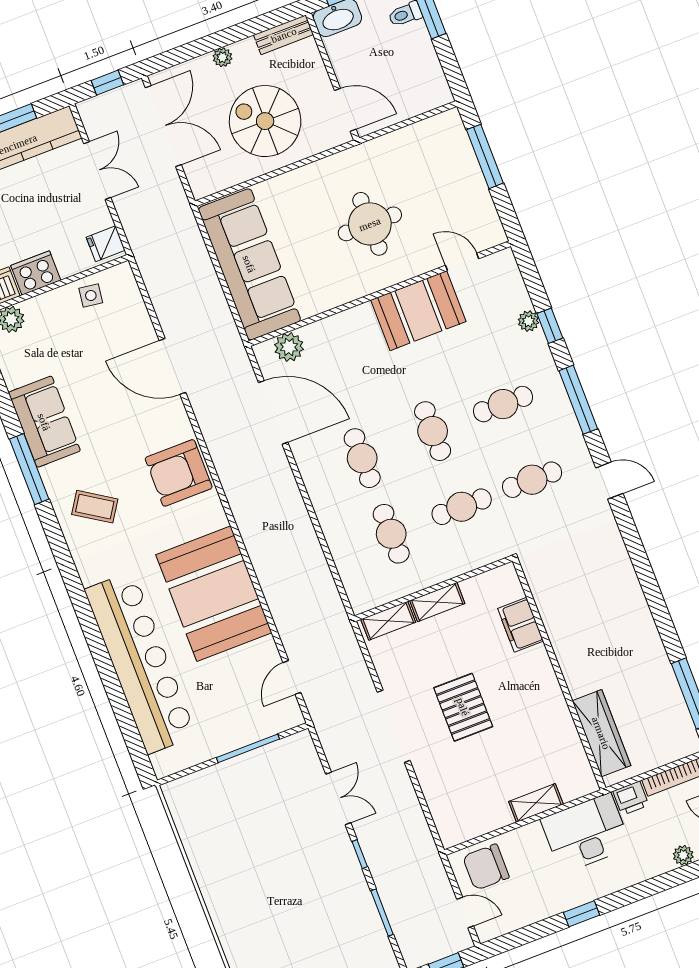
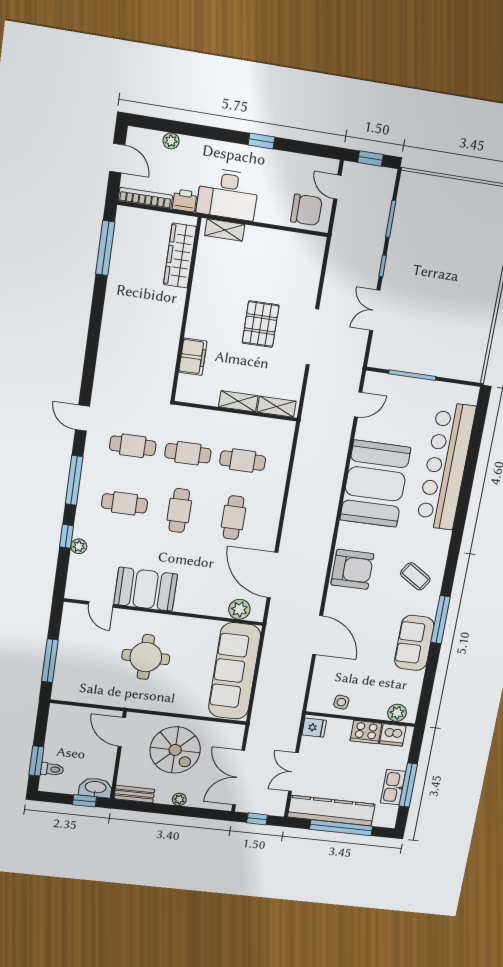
cafe table: (391, 534) -> (243, 461), turned 90
shelving: (536, 803) -> (225, 230), moved

